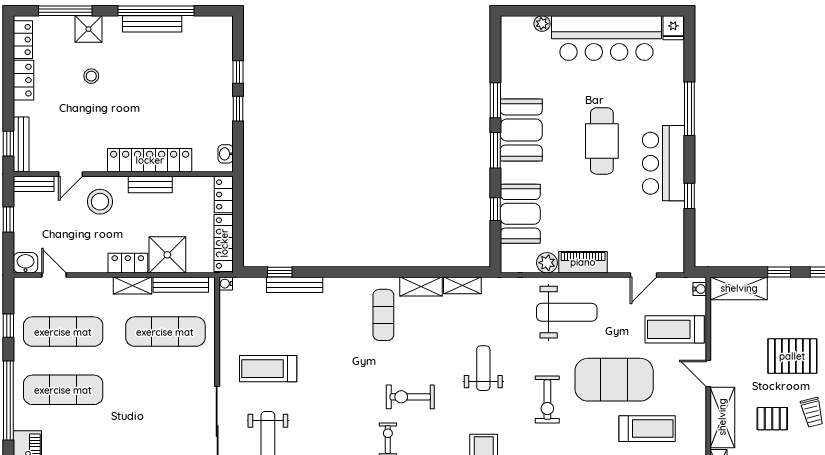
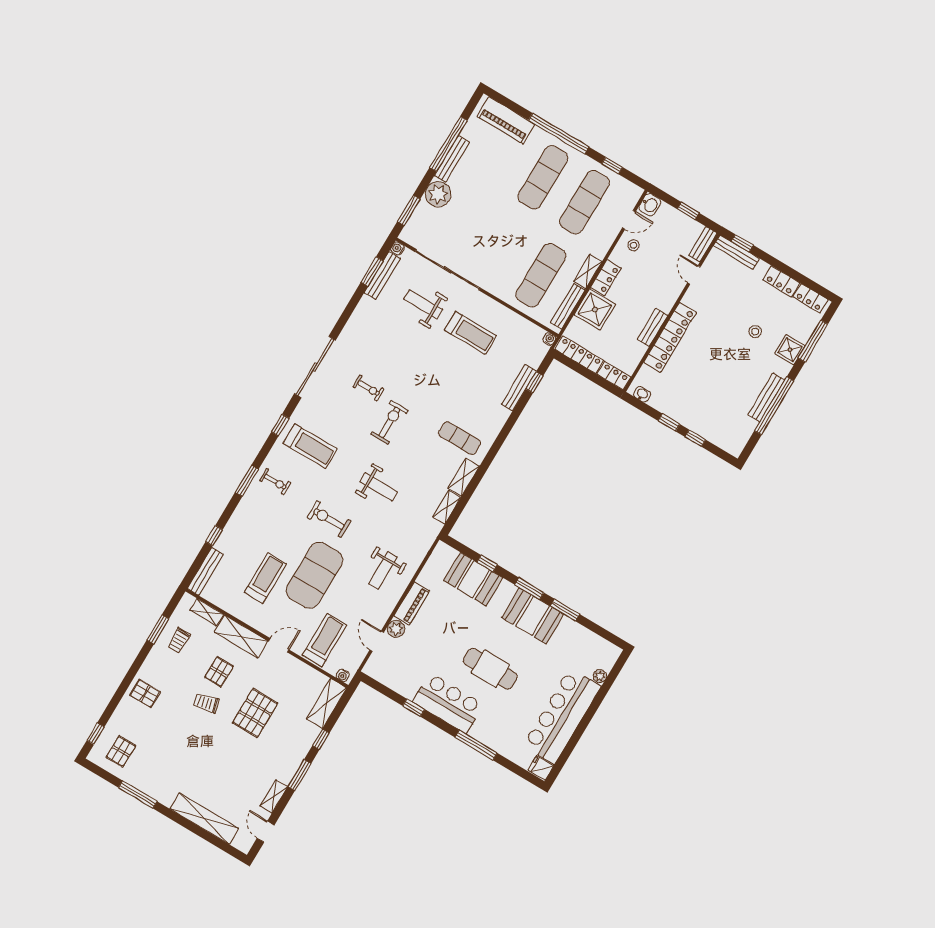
stool: (100, 202) -> (634, 245), moved, width x0.53, depth x0.53
plant: (547, 263) -> (396, 629), moved
weight bench: (567, 312) -> (383, 570), width x0.73, depth x0.75
treadmill: (268, 369) -> (470, 333), turned 90
treadmill: (647, 429) -> (265, 578), turned 180

